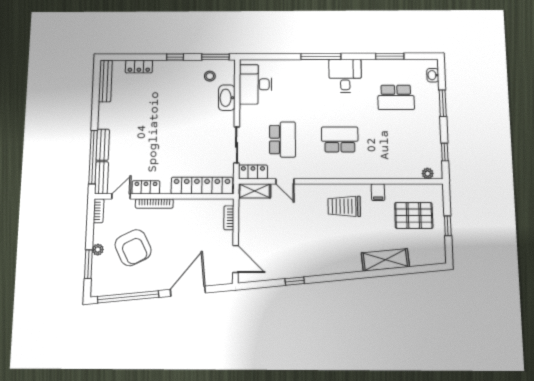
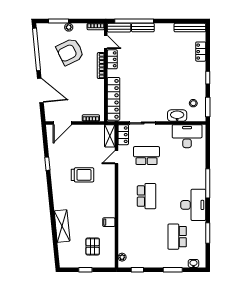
desk: (345, 76) -> (193, 205), width x1.37
school desk: (282, 140) -> (147, 156), turned 180
trolley: (344, 206) -> (82, 175), moved, turned 90
pallet: (414, 215) -> (93, 246), width x0.67, depth x0.71

